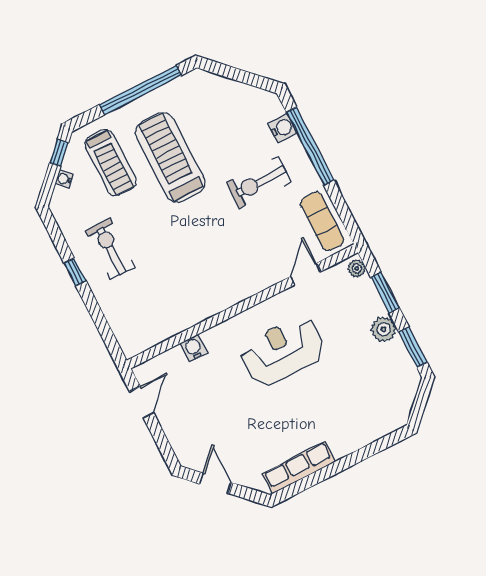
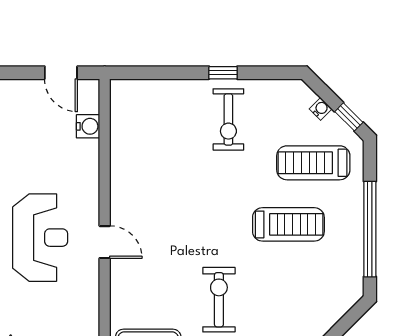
treadmill: (170, 157) -> (288, 224), width x0.73, depth x0.73
exercise bike: (110, 249) -> (228, 119), turned 90
door: (306, 274) -> (105, 242), moved
water cooler: (194, 348) -> (88, 126), moved

